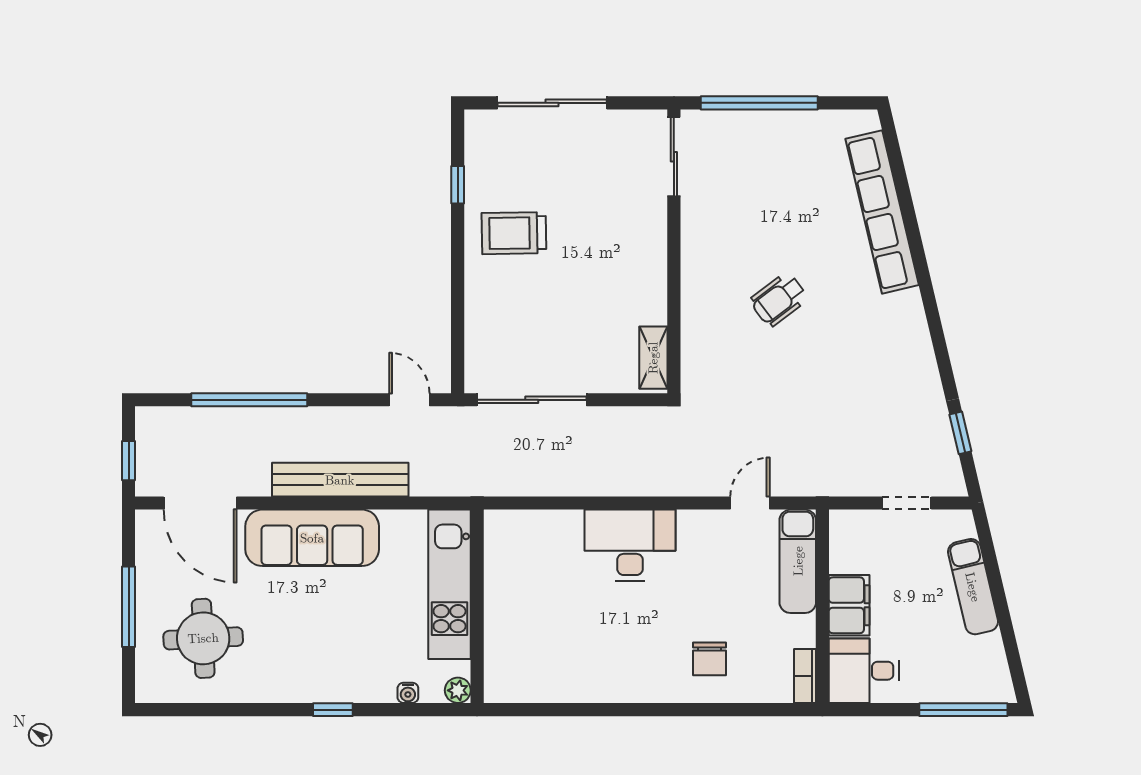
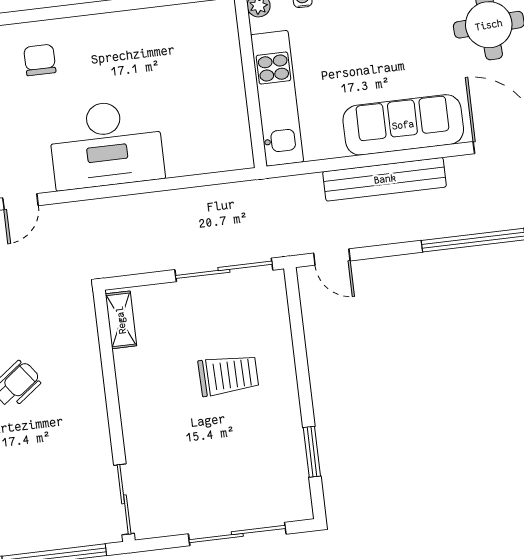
window: (458, 185) -> (312, 452), width x1.50
trolley: (514, 233) -> (228, 375), moved
desk: (630, 545) -> (106, 144), width x1.36, depth x1.30

